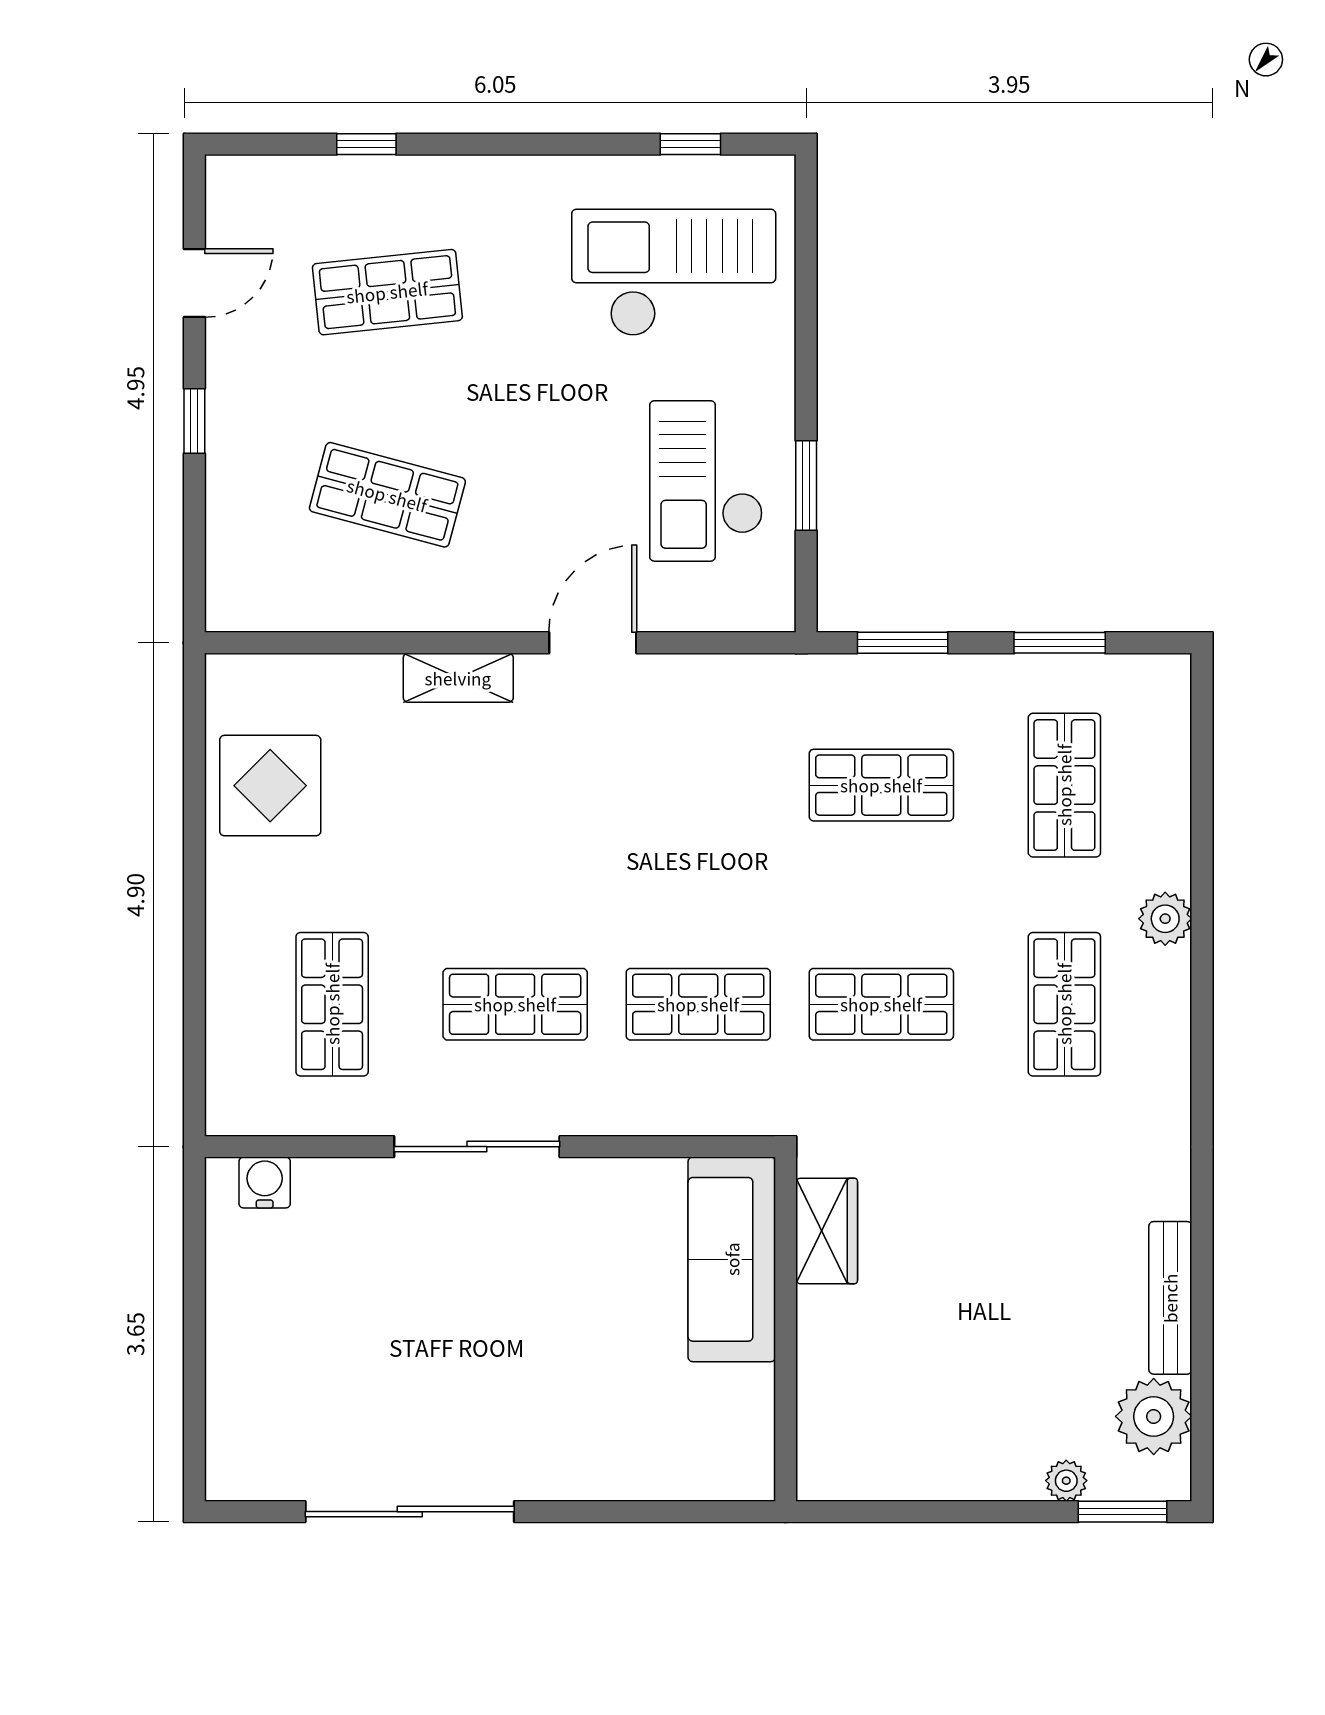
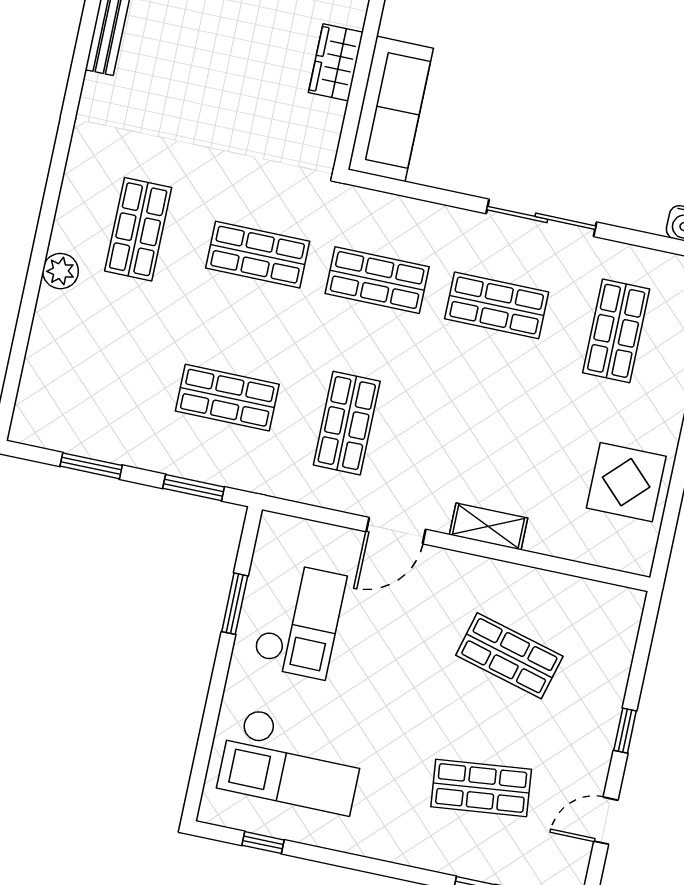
shop shelf: (1064, 785) -> (347, 423), moved
wardrobe: (827, 1231) -> (336, 62), moved

